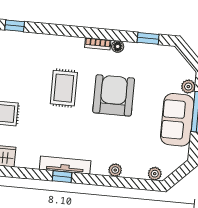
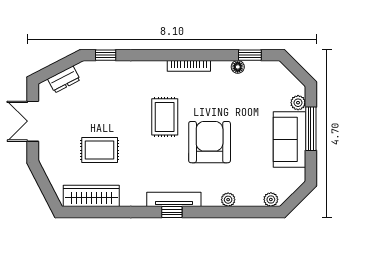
bookcase: (98, 44) -> (189, 66), width x1.56
floor lamp: (118, 46) -> (238, 67), moved
armchair: (114, 95) -> (210, 142), moved

